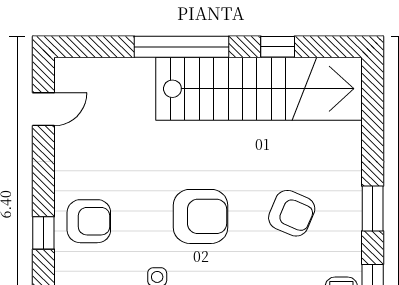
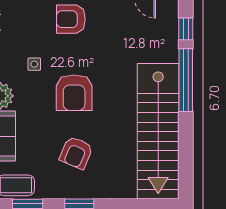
window: (278, 47) -> (186, 29), moved
armchair: (89, 221) -> (71, 19), turned 90

